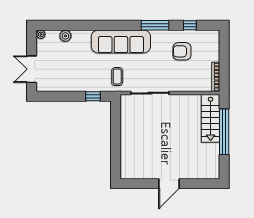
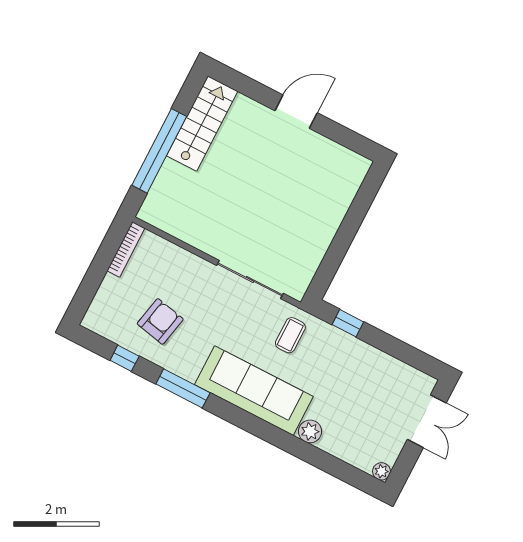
plant: (65, 36) -> (310, 431), moved
armchair: (182, 51) -> (160, 321), turned -78
stairs: (211, 118) -> (202, 124), moved

